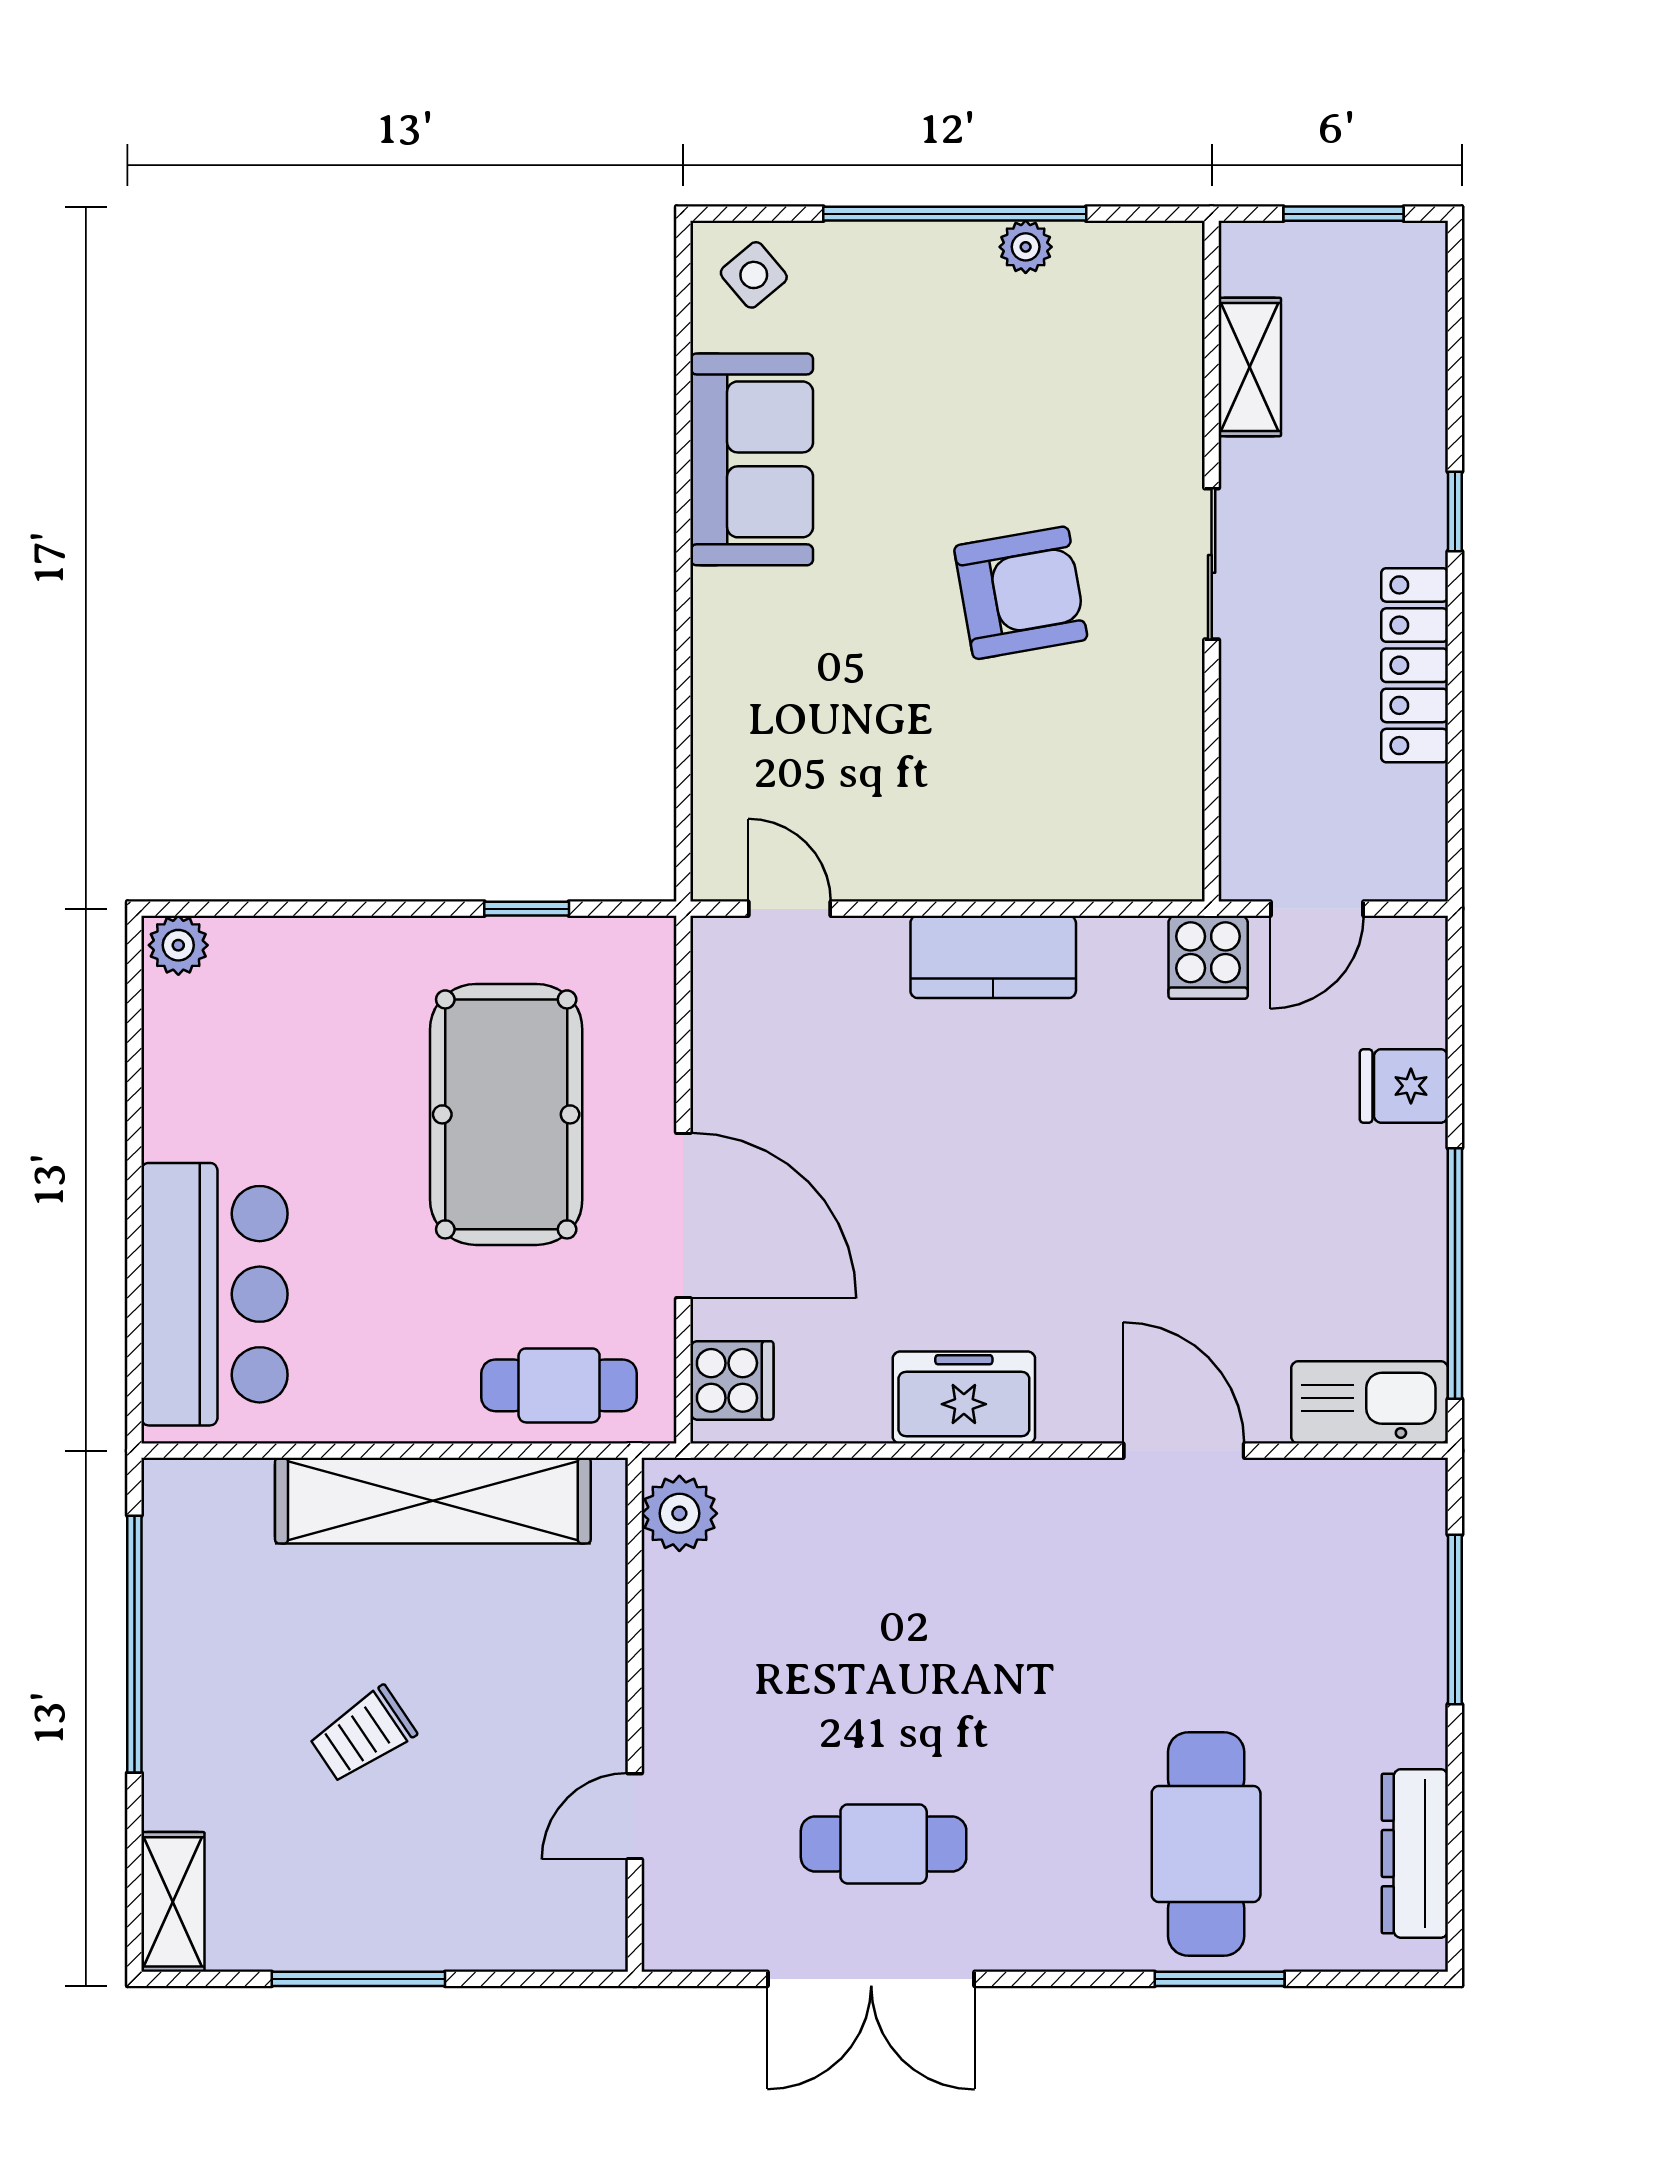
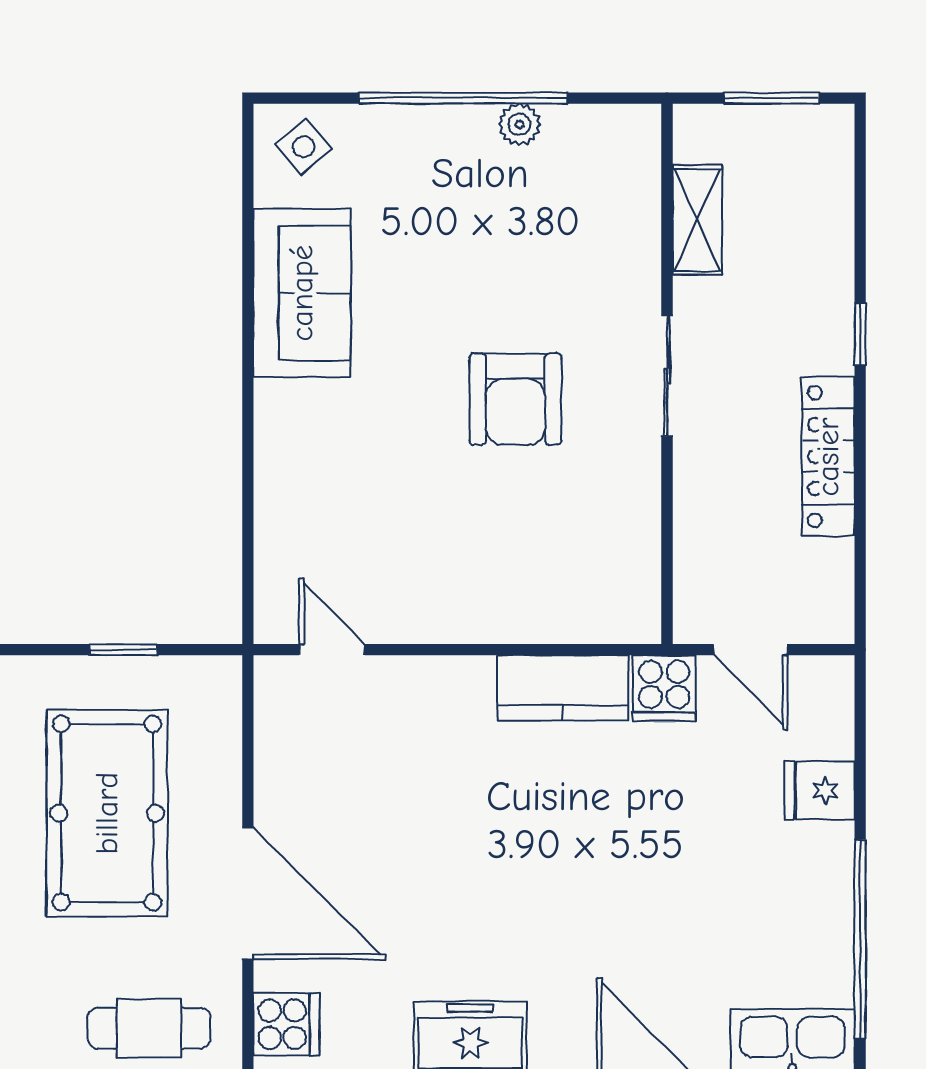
armchair: (1021, 593) -> (515, 399), turned 100
door: (1317, 909) -> (751, 650), hinge flipped
kitchen counter: (993, 957) -> (563, 688), moved

